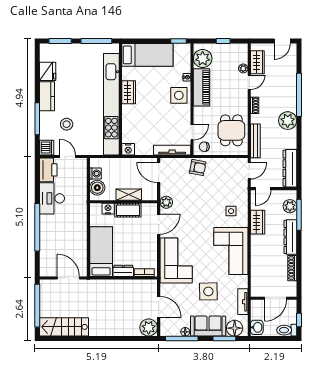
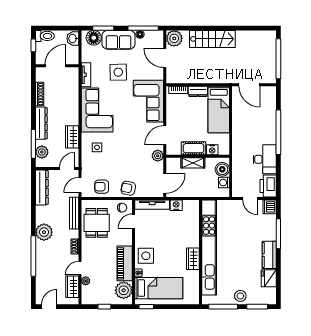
bed: (147, 55) -> (159, 288), moved, turned 180
stool: (67, 124) -> (240, 296), moved
nightstand: (128, 149) -> (176, 205), moved
armchair: (226, 169) -> (102, 187), added
door: (159, 172) -> (165, 184), hinge flipped
tv unit: (243, 302) -> (86, 75), moved
stairs: (64, 327) -> (212, 39), moved

